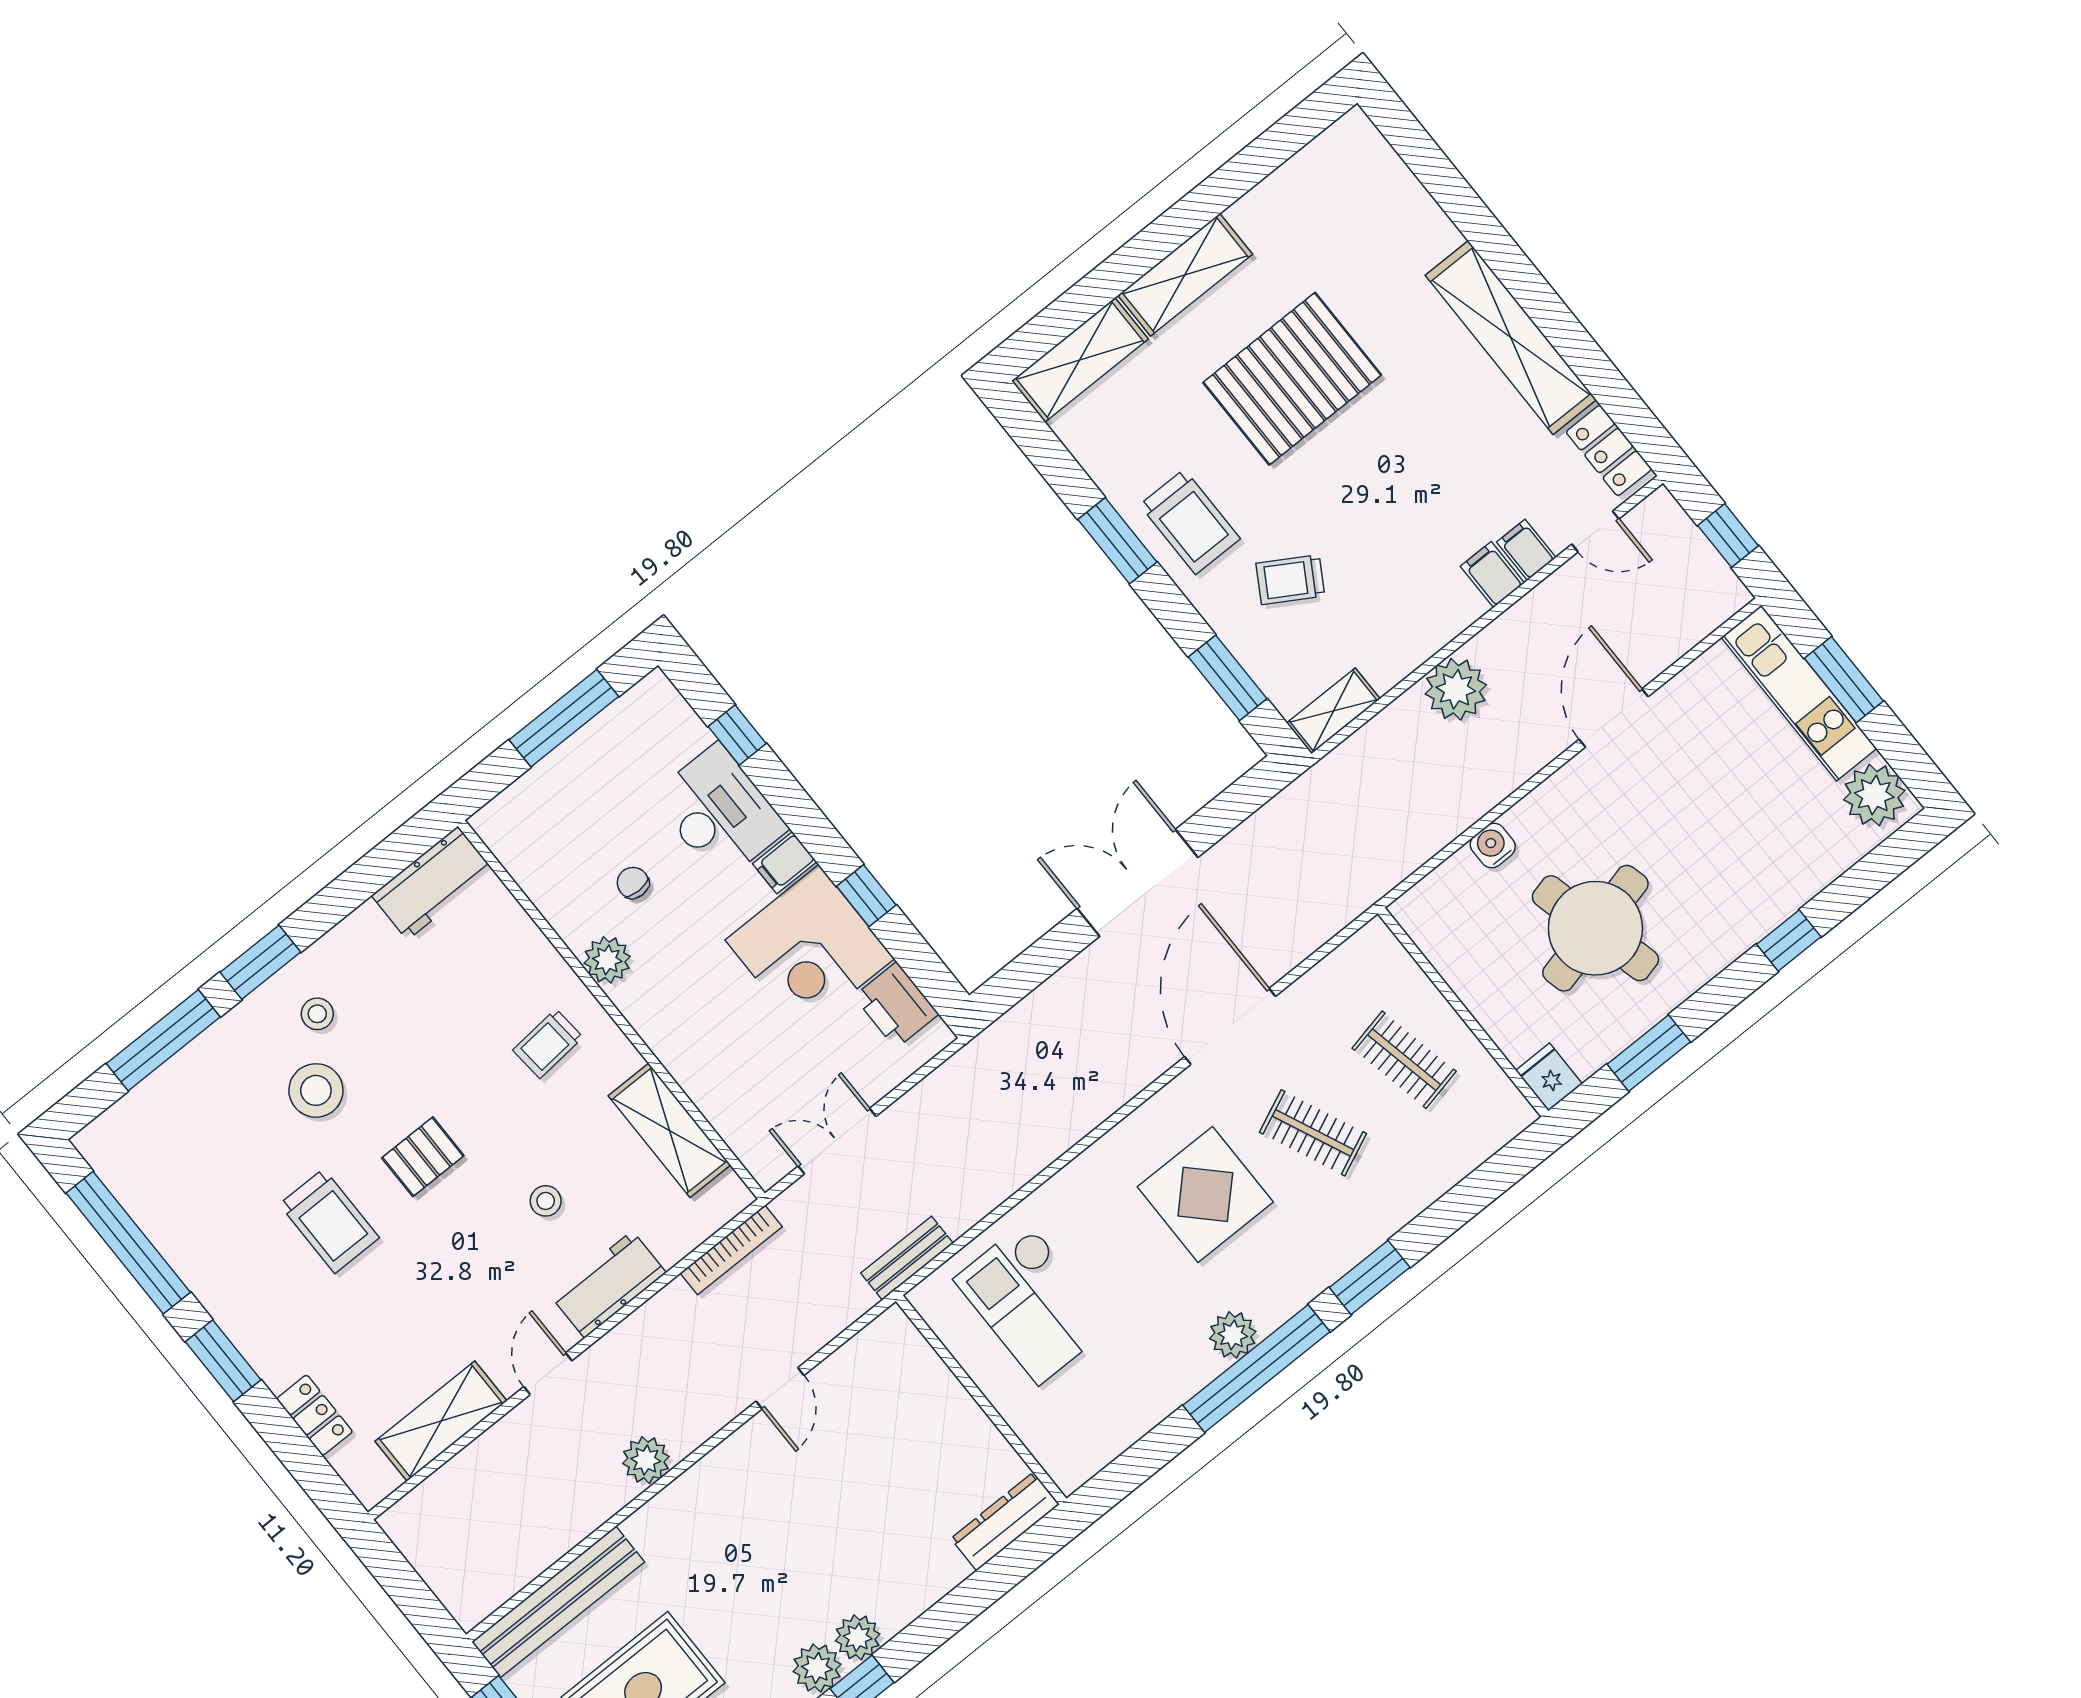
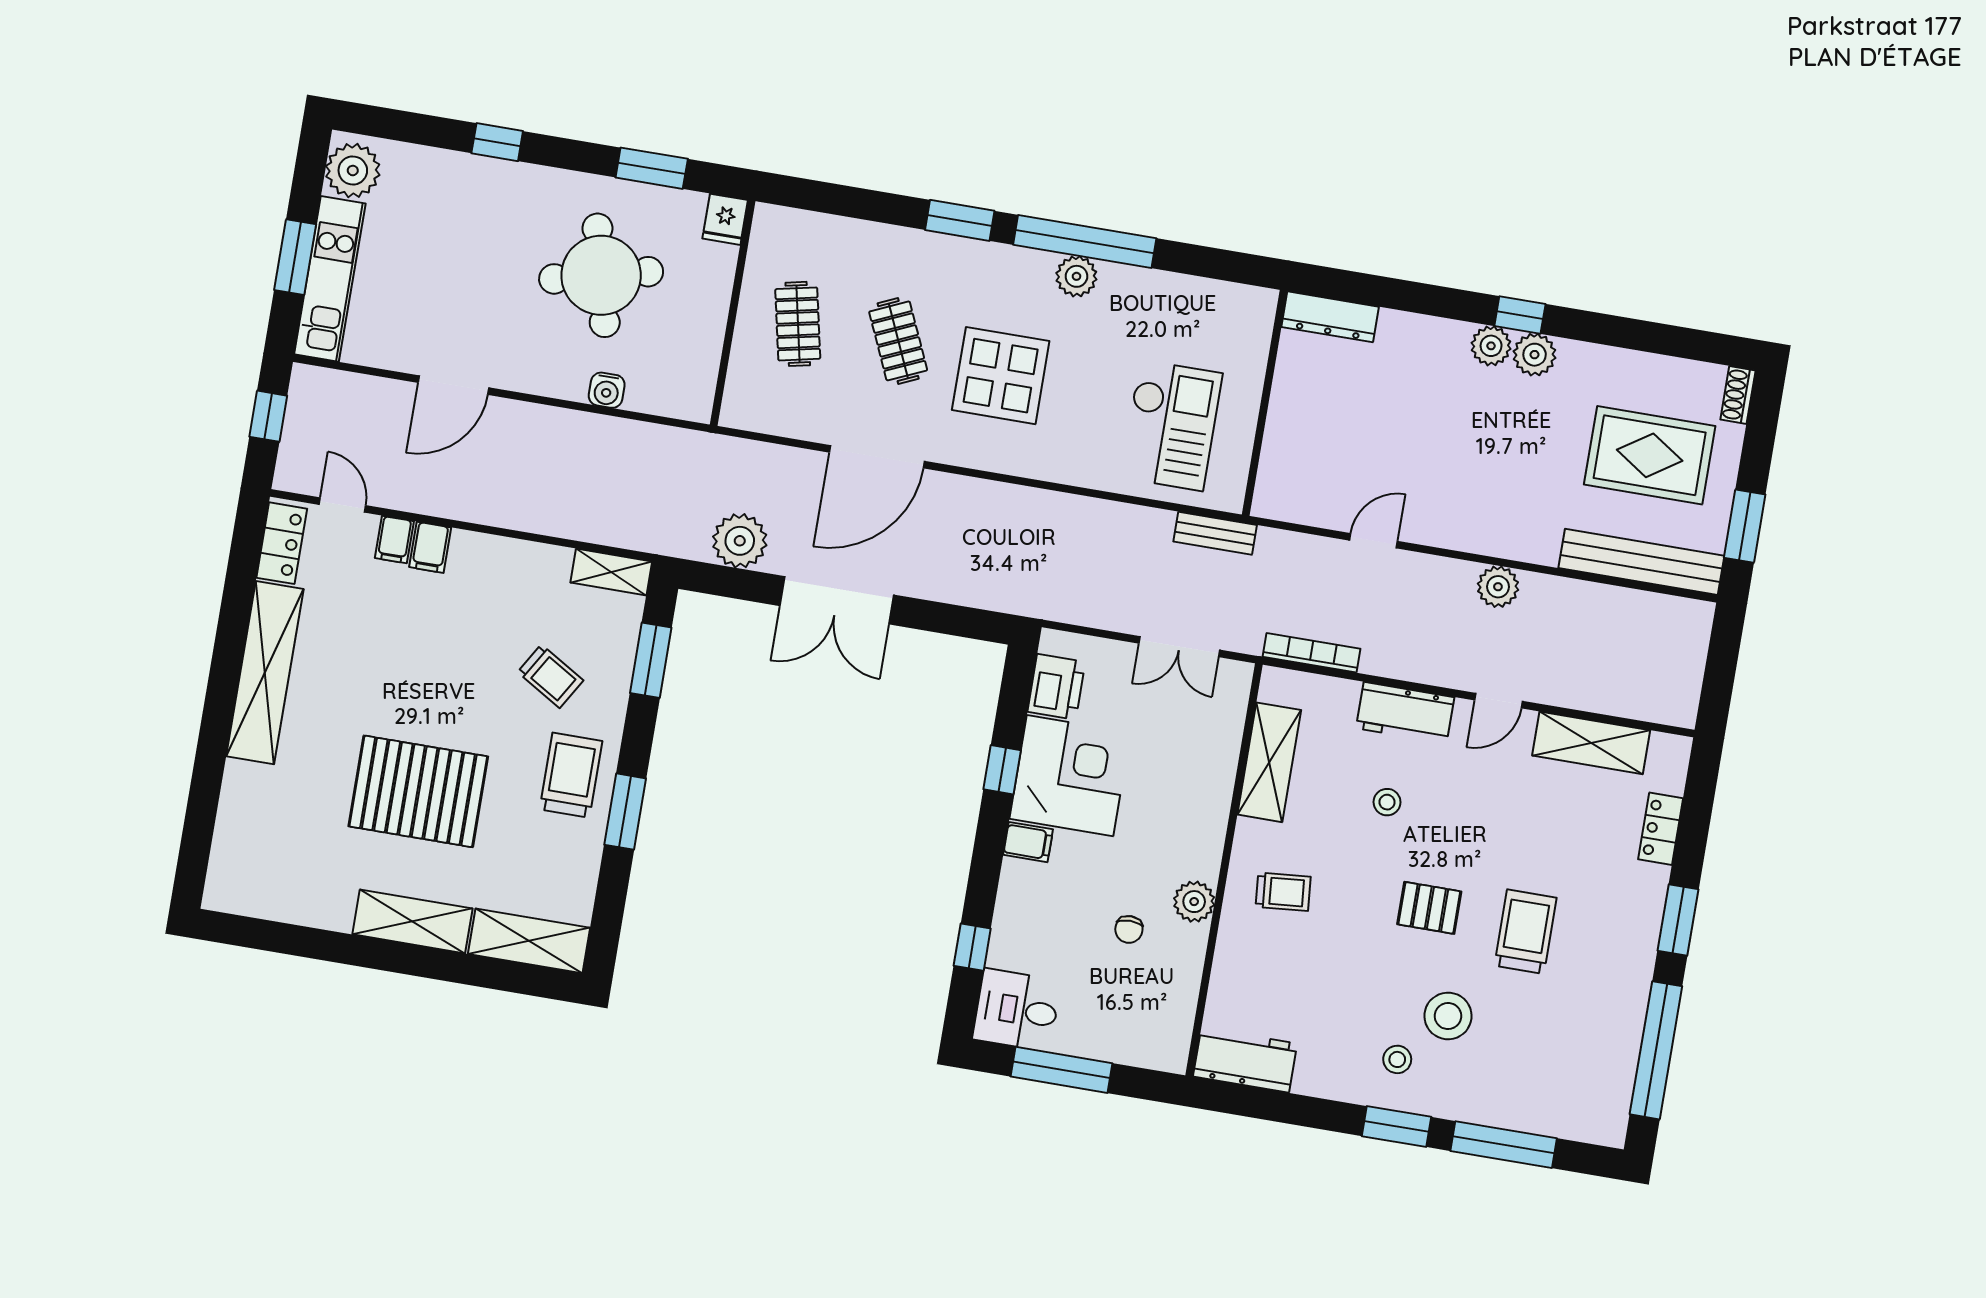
plant: (1456, 689) -> (740, 541), moved
desk: (719, 813) -> (1017, 1010), moved, width x0.73

